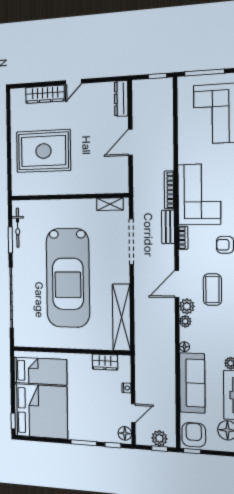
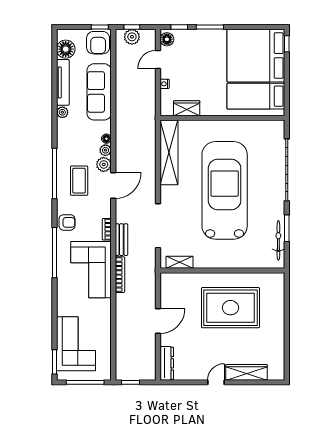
rug: (43, 151) -> (230, 308), moved
floor lamp: (184, 347) -> (106, 139), moved

